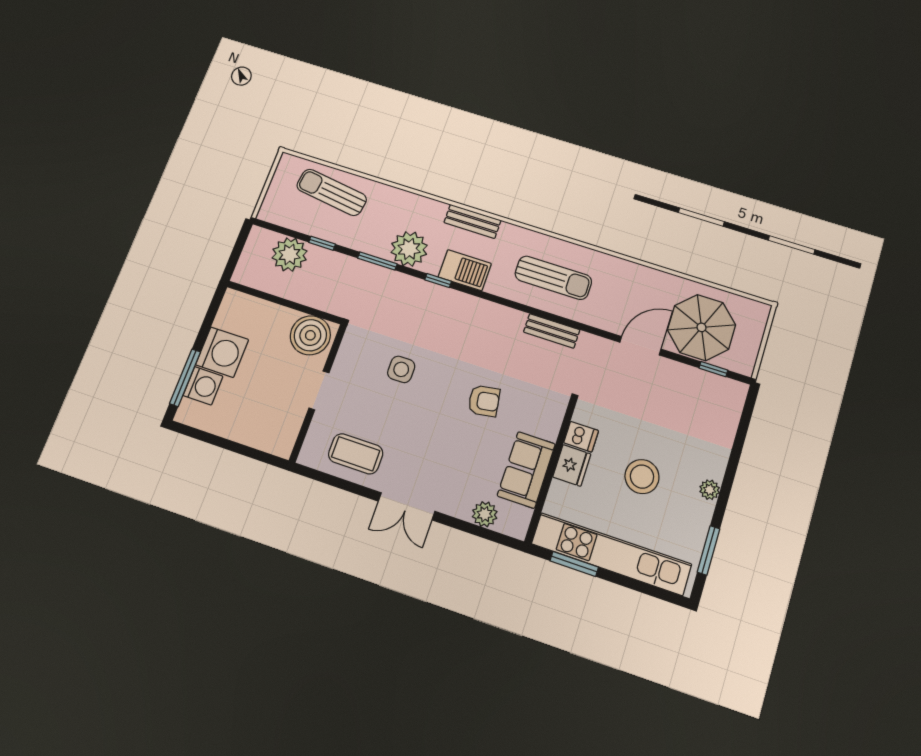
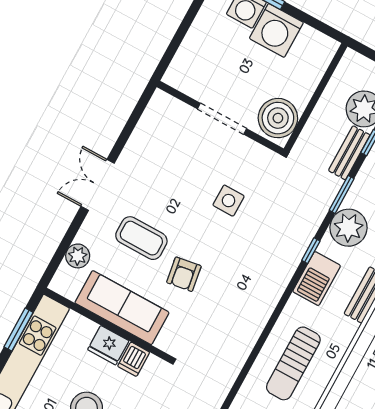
bench: (552, 331) -> (349, 153), moved
doorway: (319, 390) -> (222, 119), width x1.38
coffee table: (356, 454) -> (141, 238), moved, turned 90
sofa: (526, 470) -> (122, 308), width x1.36

